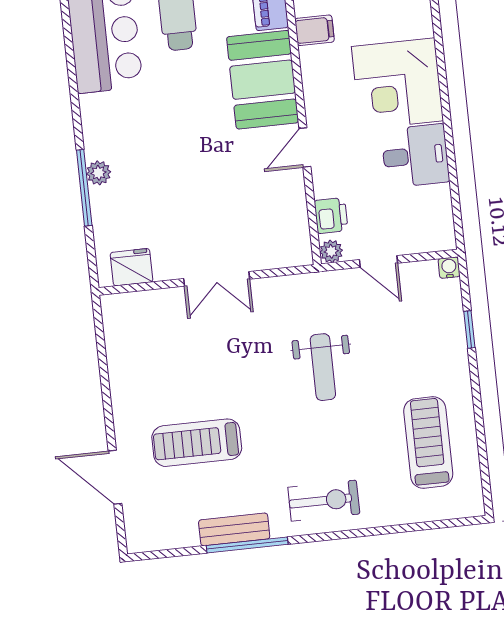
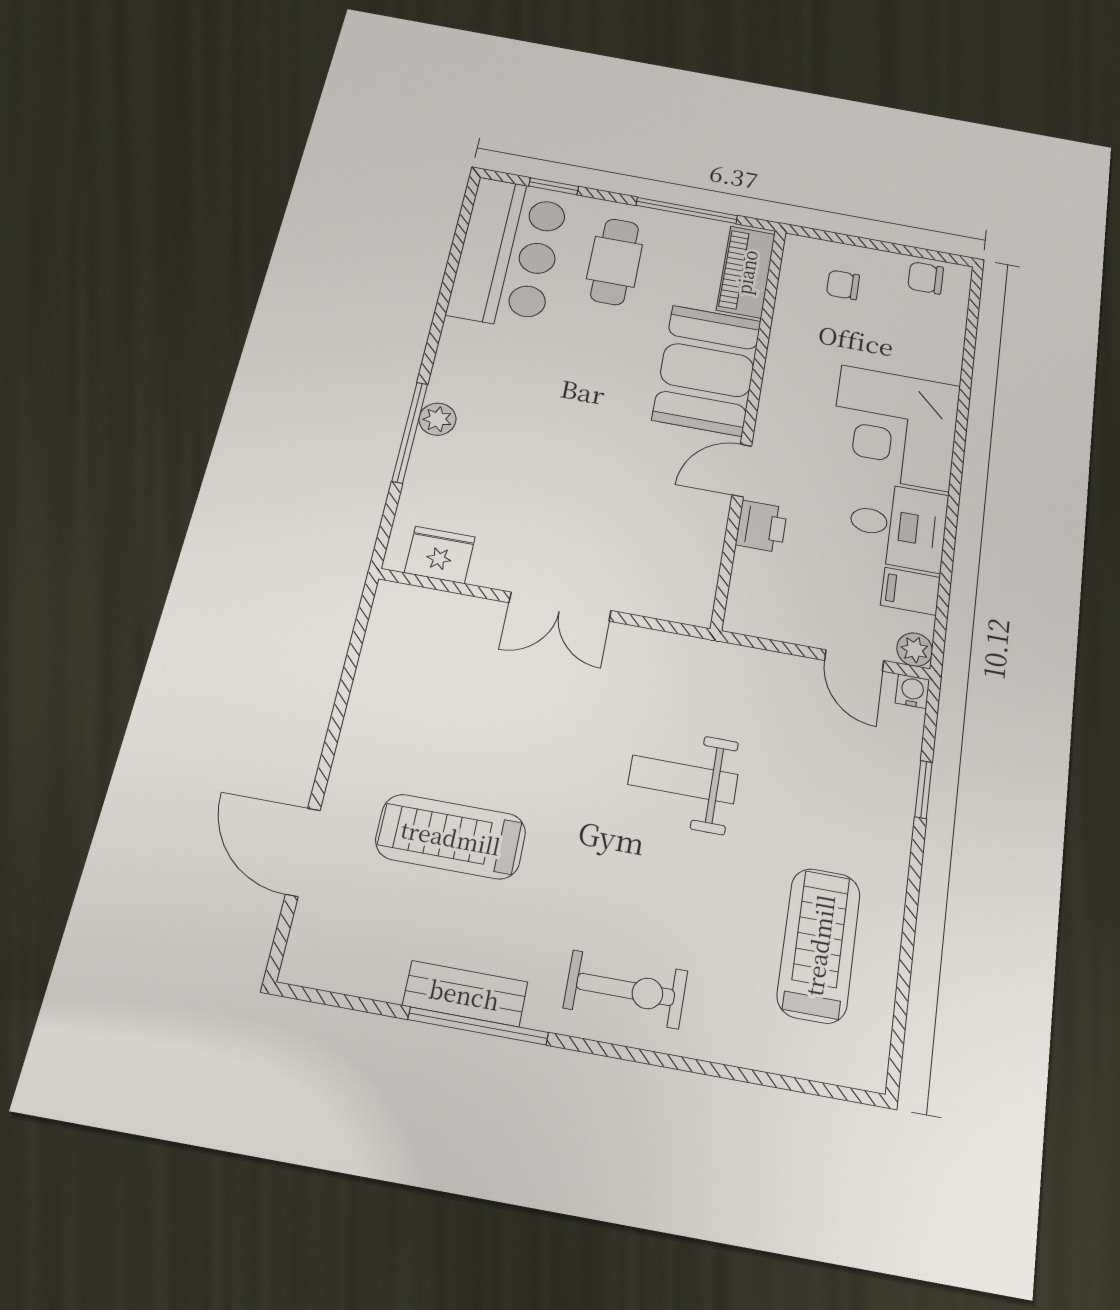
filing cabinet: (314, 30) -> (910, 591), moved, turned 180
printer: (331, 216) -> (762, 526), moved
plant: (331, 251) -> (915, 650), moved
door: (378, 261) -> (854, 660), moved
weight bench: (323, 367) -> (683, 779), turned 90

